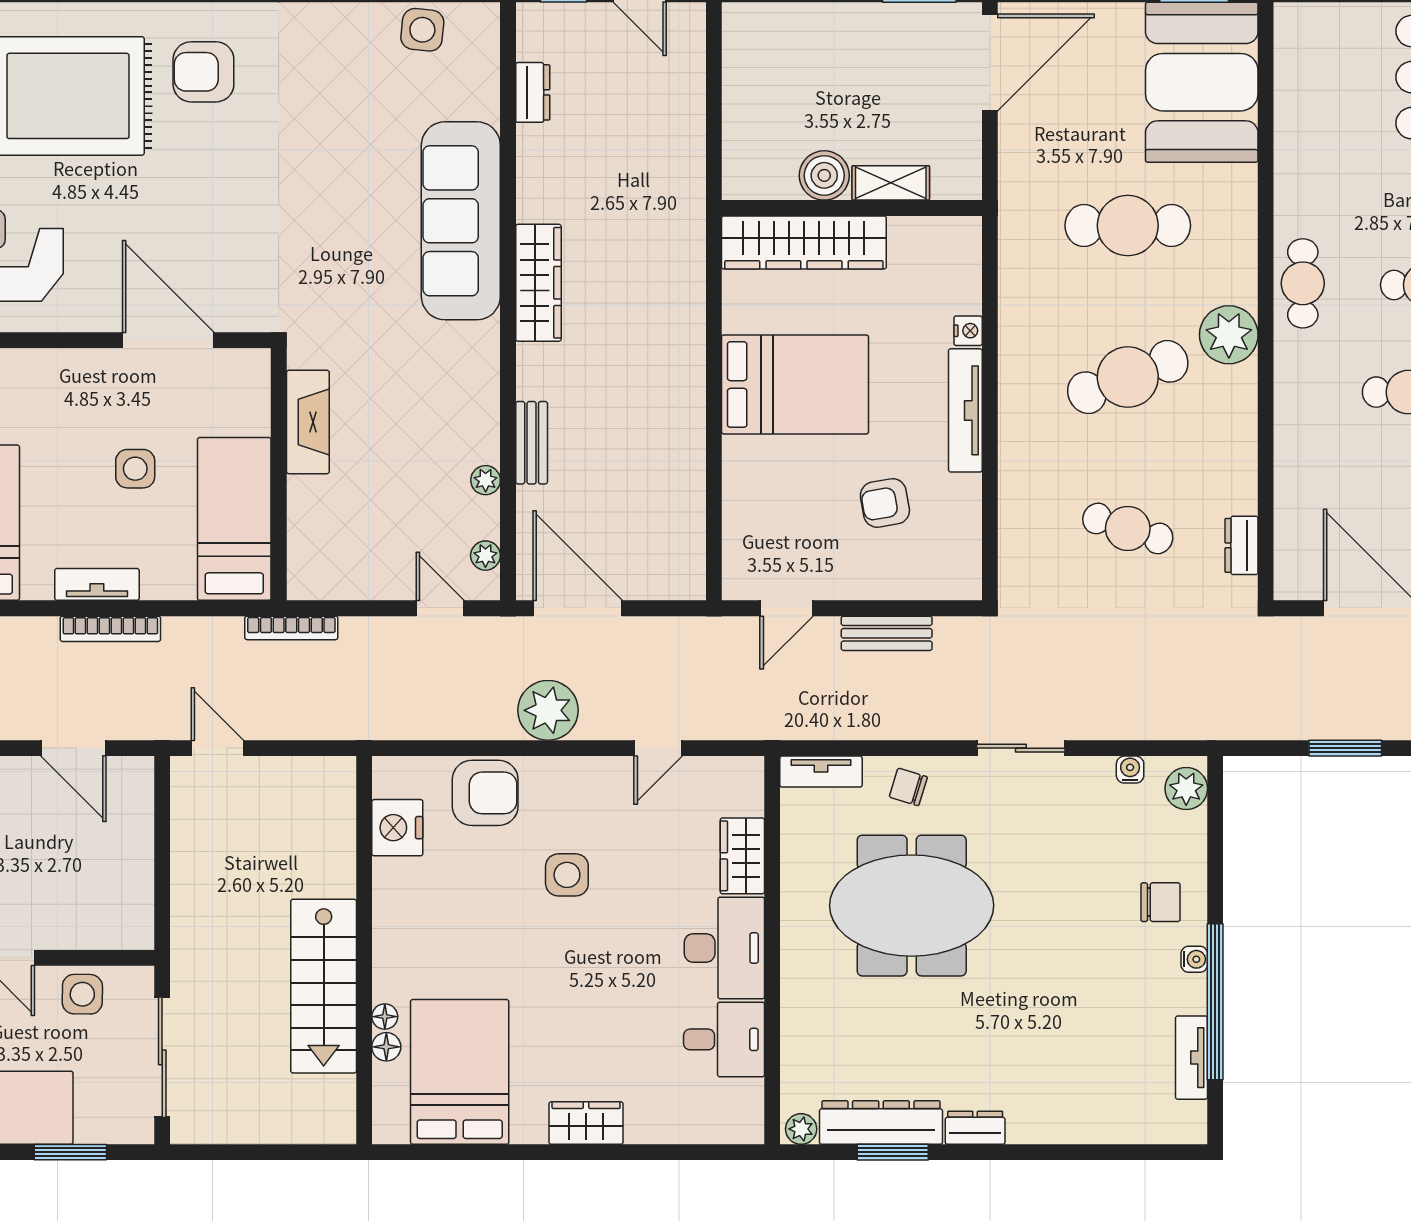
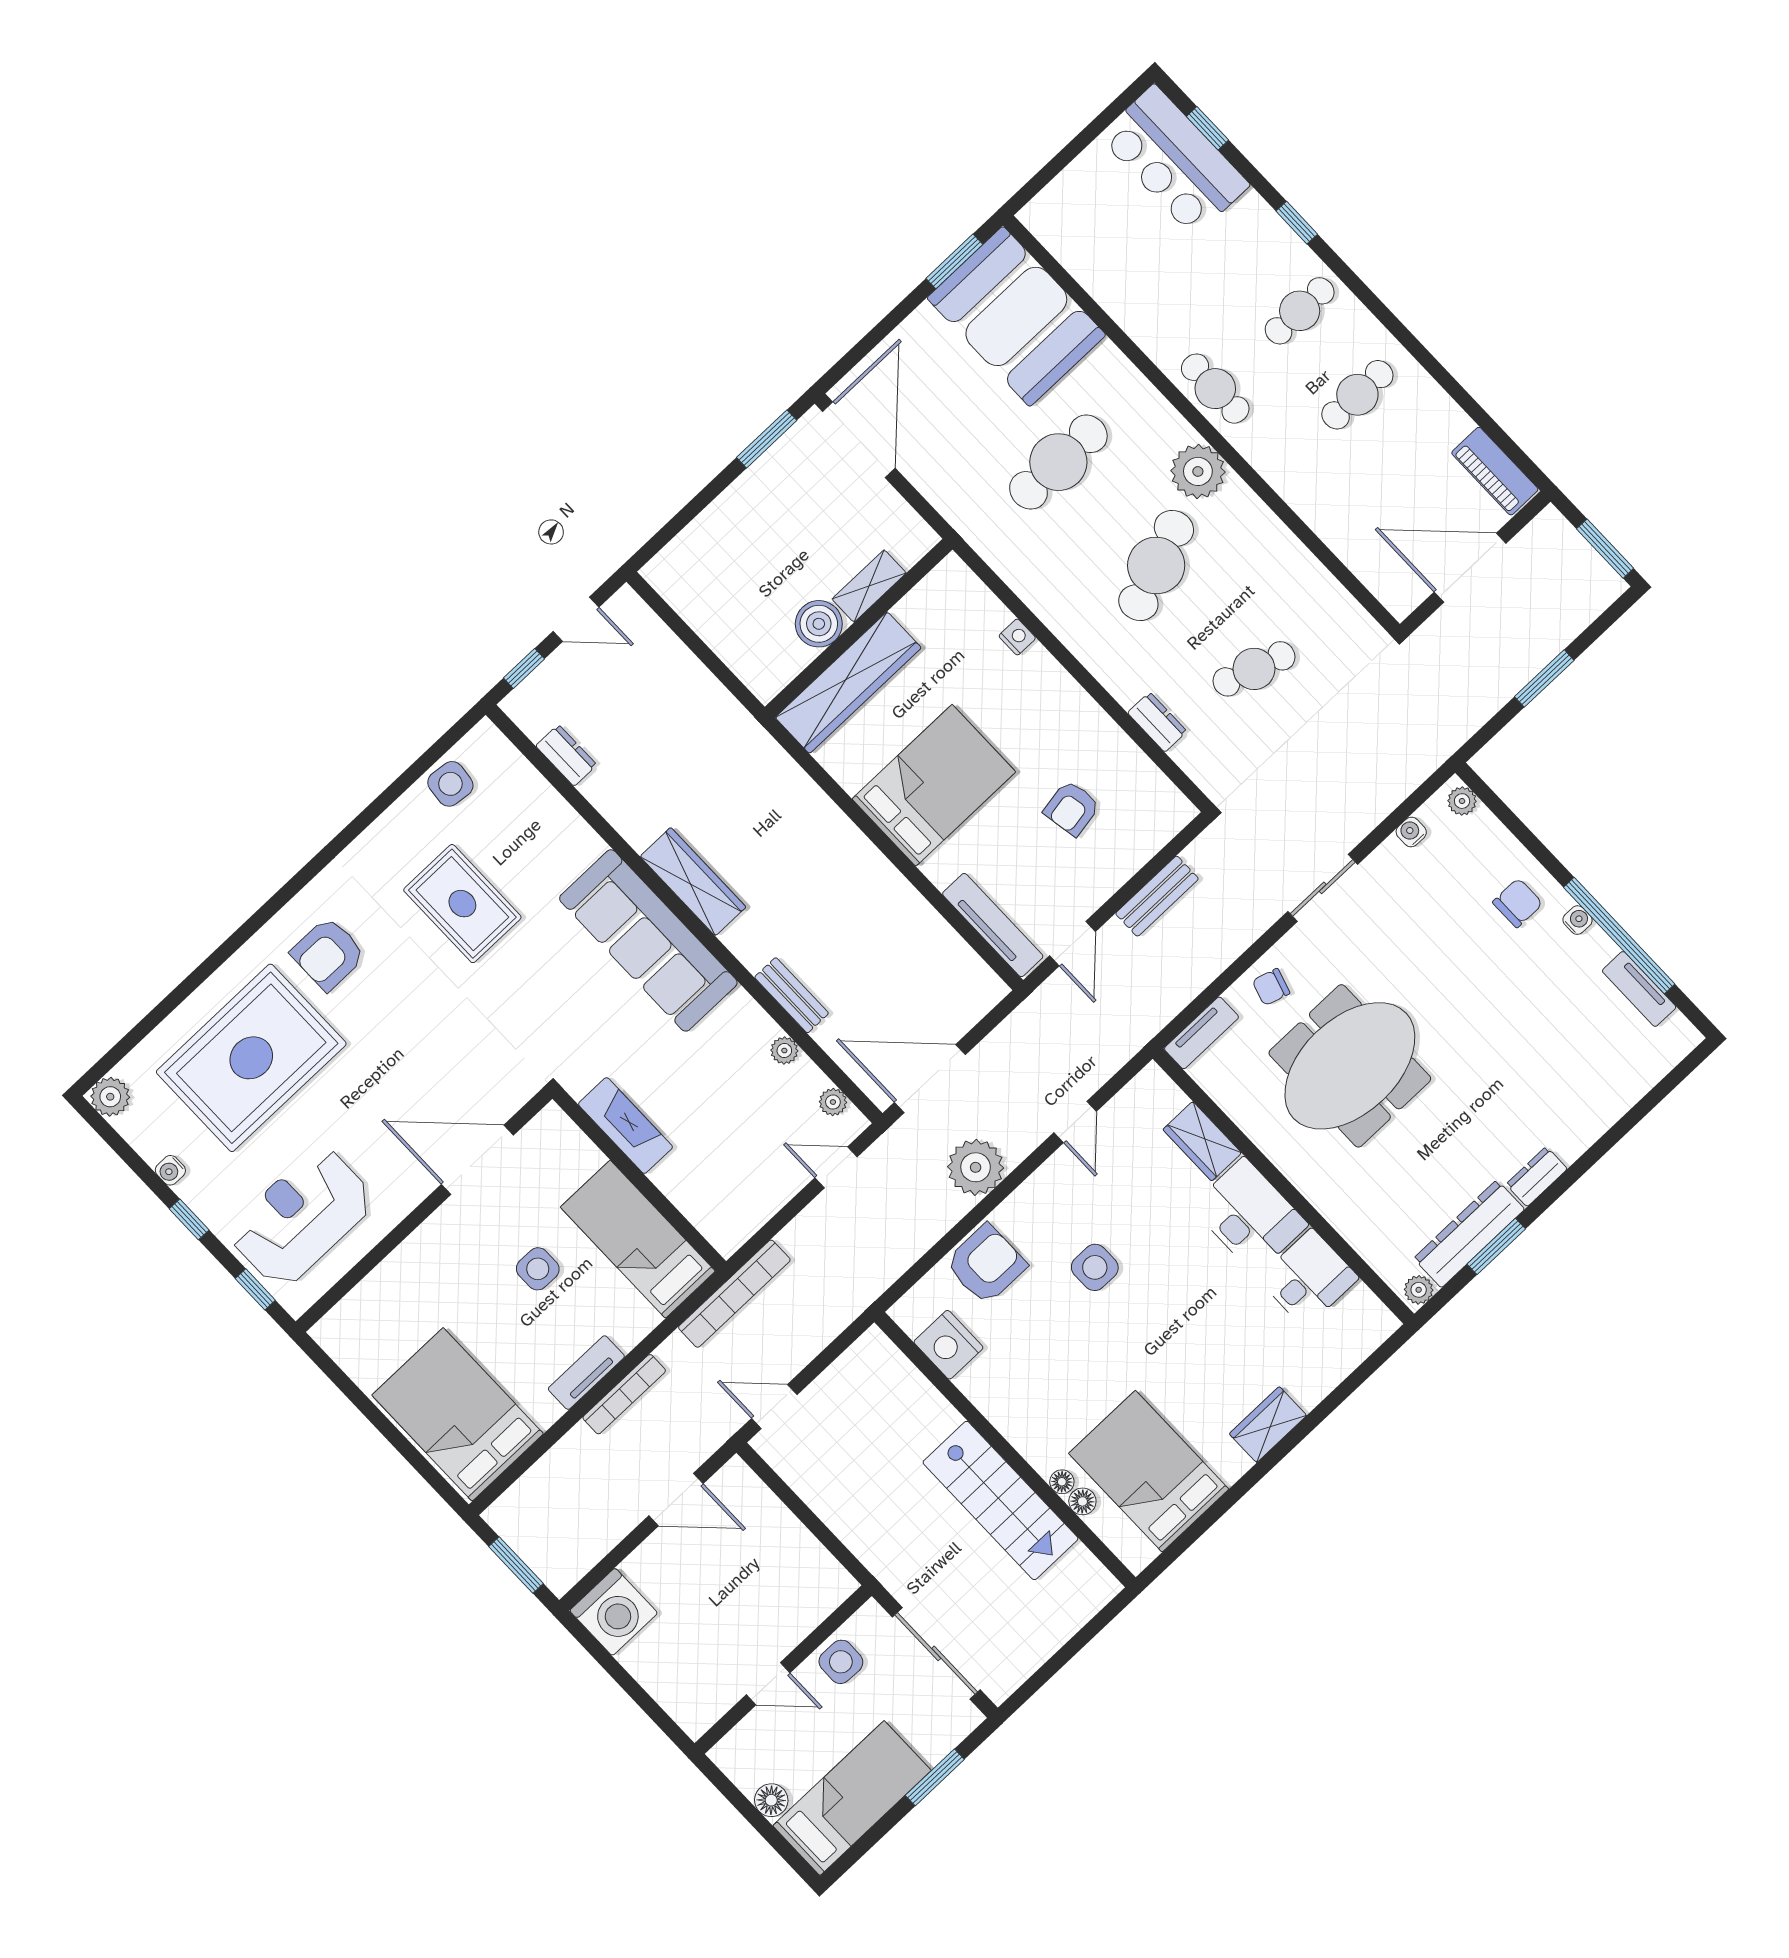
rug: (344, 131) -> (462, 904), added
sofa: (461, 221) -> (648, 940), moved
tv unit: (965, 410) -> (993, 925), moved, turned 180
dresser: (1241, 545) -> (1157, 722), moved, turned 180
bookcase: (291, 628) -> (734, 1294), width x1.48, depth x1.31
plant: (1186, 789) -> (1462, 801), width x0.73, depth x0.73

